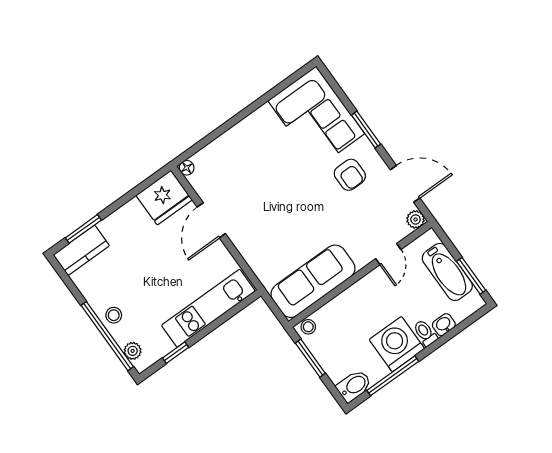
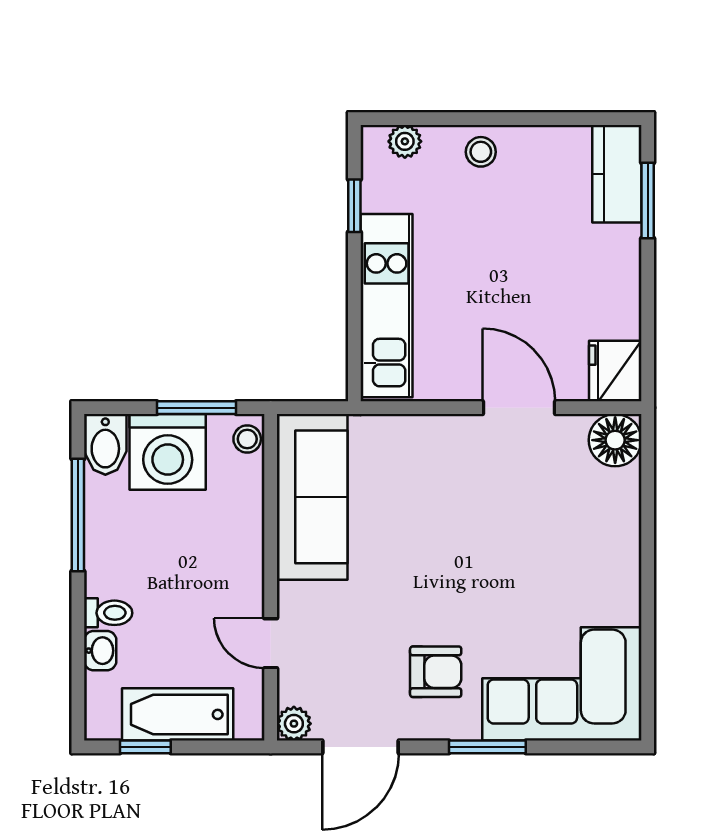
floor lamp: (187, 168) -> (615, 440), width x1.89, depth x1.89
armchair: (350, 175) -> (436, 672), turned 180
fridge: (164, 198) -> (615, 371), width x0.73, depth x0.75
window: (471, 276) -> (145, 747), width x0.67
window: (107, 336) -> (456, 119), removed
washing machine: (397, 344) -> (168, 452), moved, turned 90

